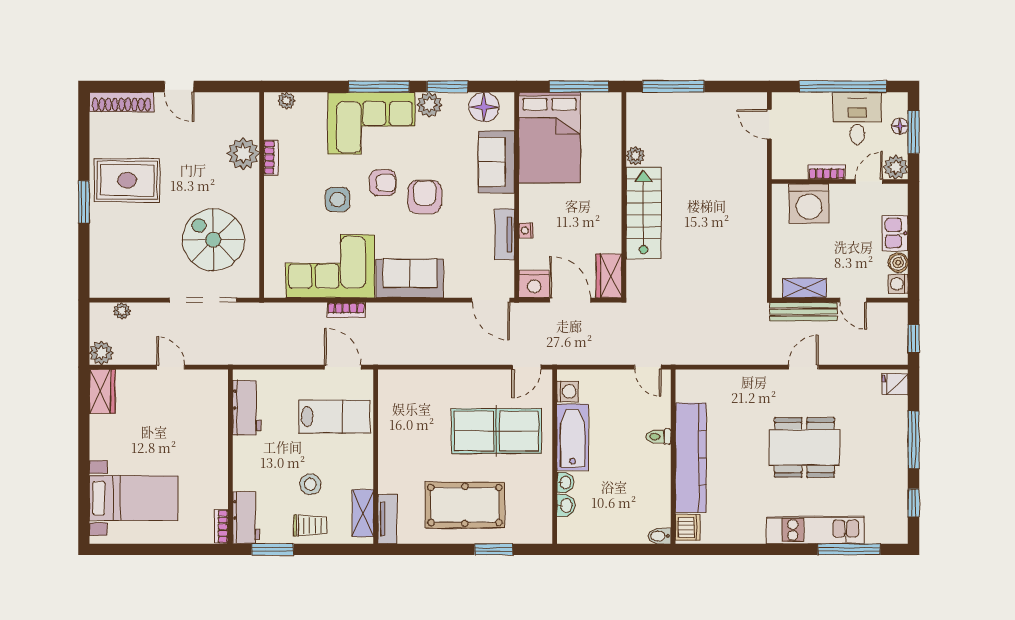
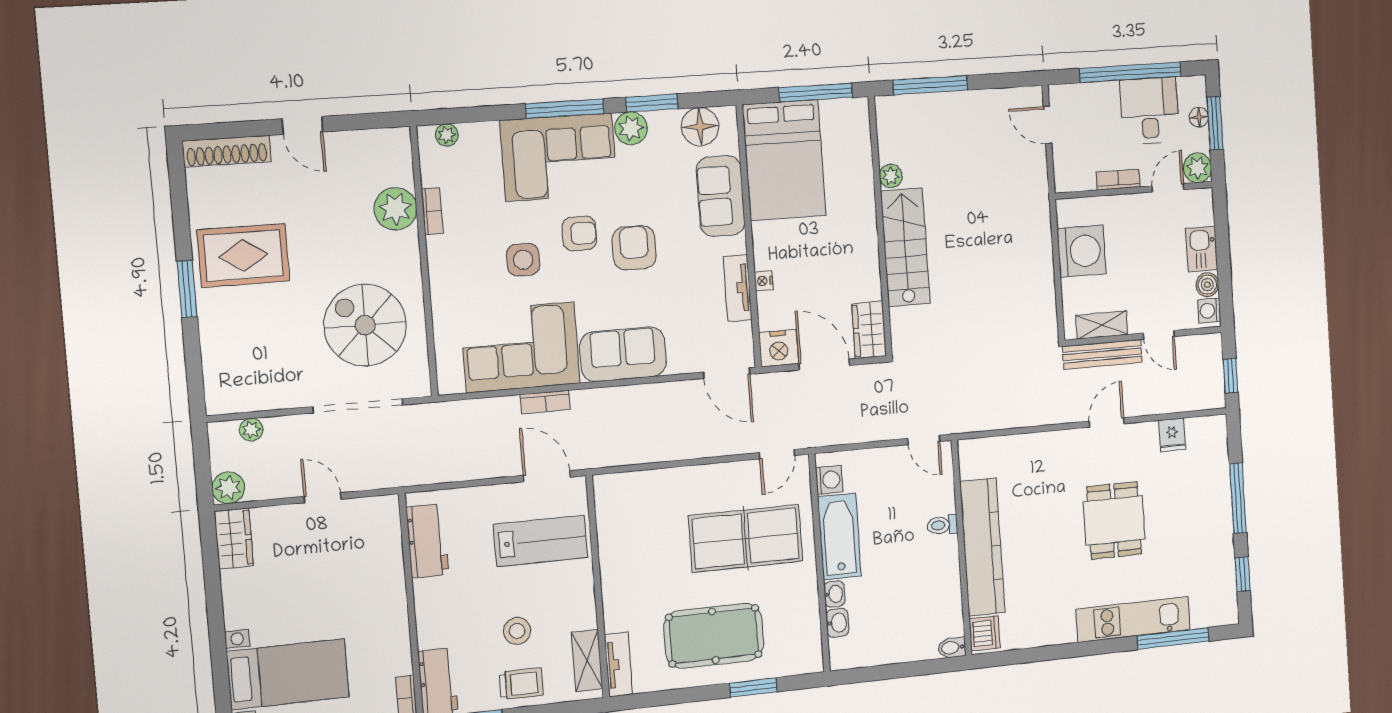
washing machine: (809, 204) -> (1082, 251), moved, turned -90
fridge: (895, 384) -> (1172, 435), moved, turned -90
dining table: (804, 447) -> (1114, 520), width x0.73

